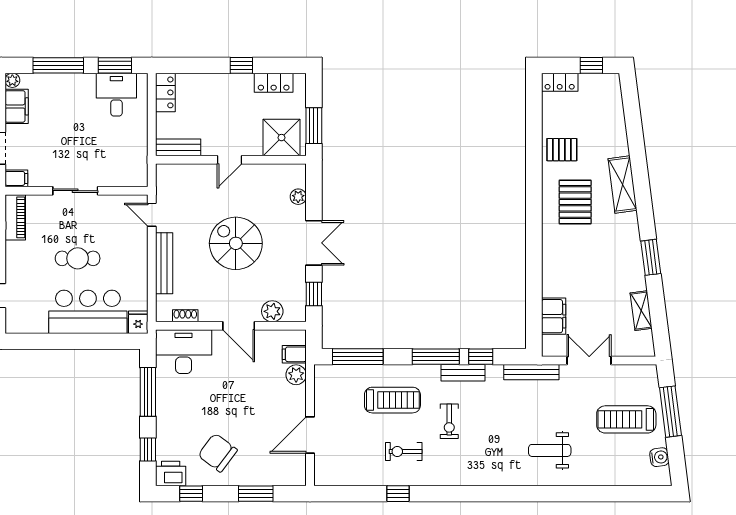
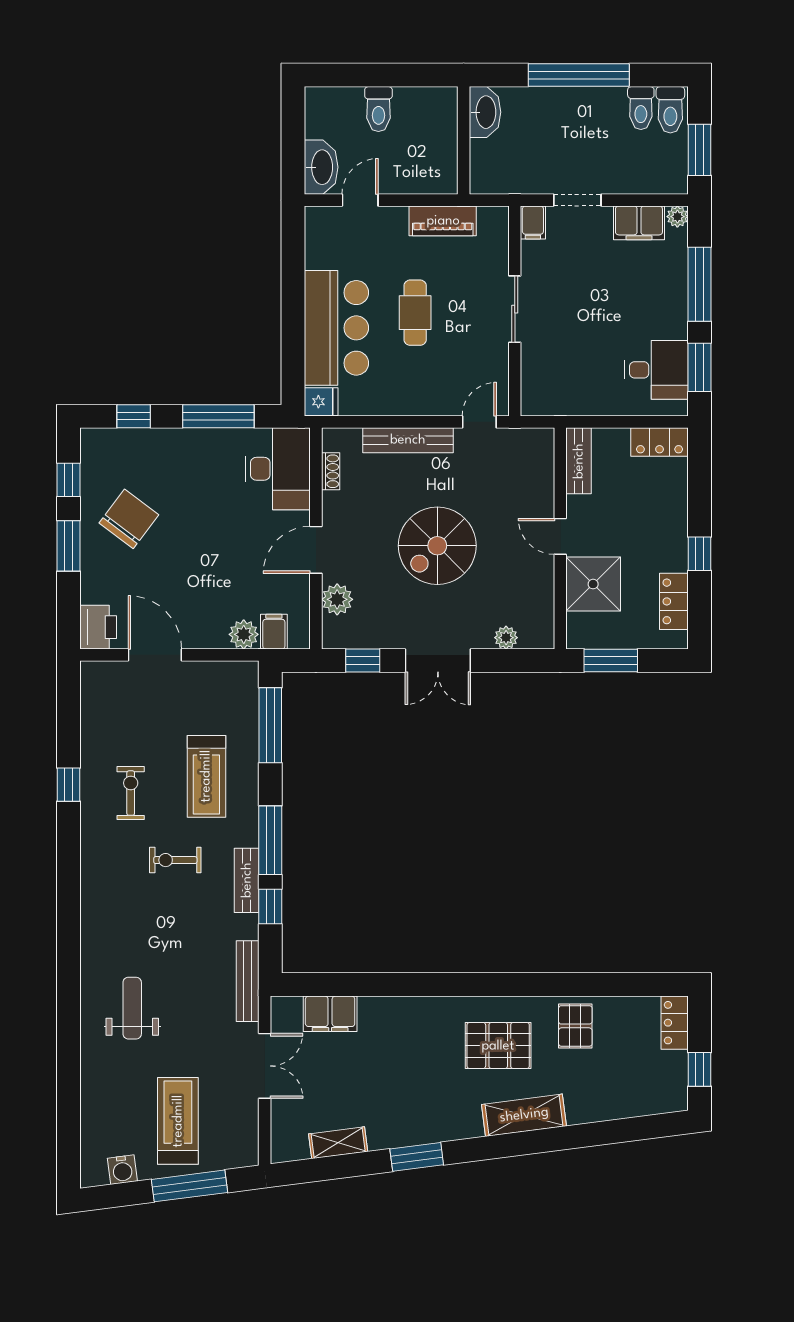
shower: (281, 138) -> (593, 584), moved
piano: (15, 217) -> (443, 221), moved
spiral stairs: (236, 243) -> (437, 546), turned 180
printer: (171, 474) -> (98, 627), moved
window: (256, 494) -> (69, 546), moved

